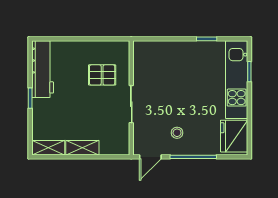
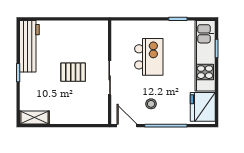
pallet: (102, 75) -> (73, 72), moved
kitchen island: (175, 81) -> (149, 57), added
shelving: (82, 148) -> (65, 117), removed
door: (150, 157) -> (127, 126), swing flipped

